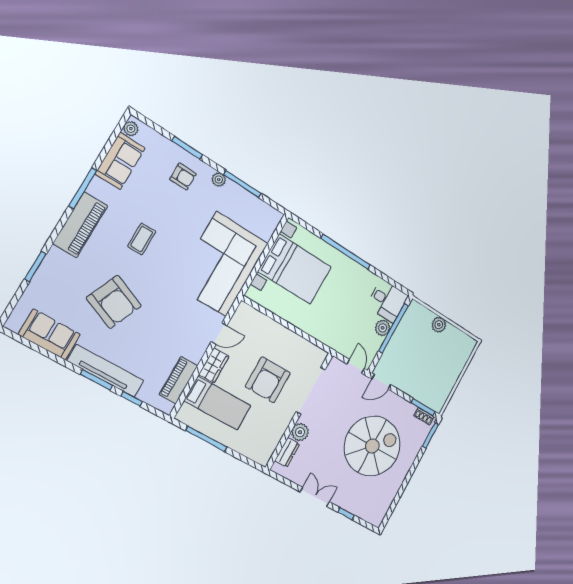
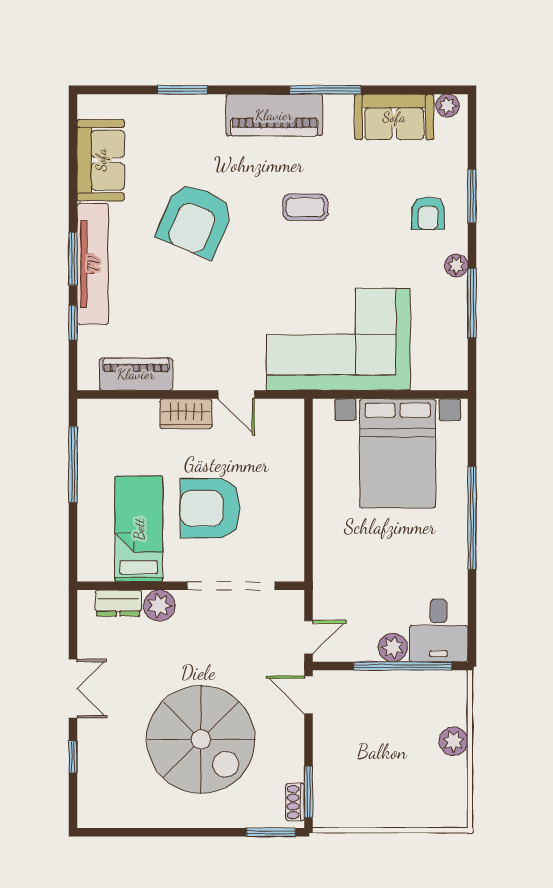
bed: (218, 403) -> (139, 529), moved, turned 180

